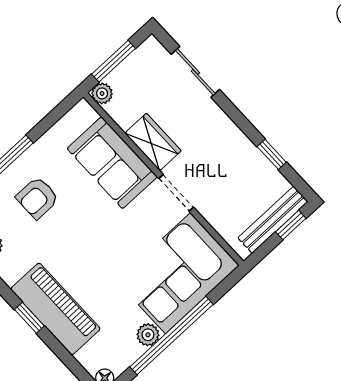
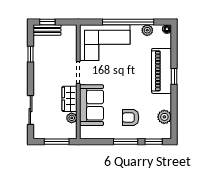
plant: (102, 93) -> (72, 118), moved
armchair: (37, 198) -> (131, 118), turned 180
bench: (273, 220) -> (47, 30), width x0.73
plant: (148, 335) -> (147, 30), moved

